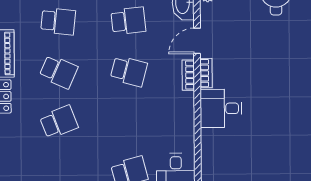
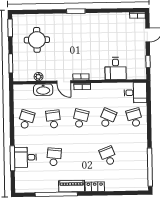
school desk: (59, 72) -> (107, 118), moved
desk: (221, 108) -> (116, 68), moved

